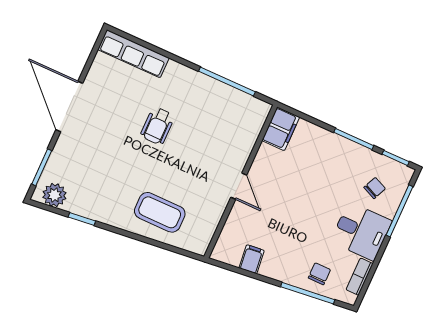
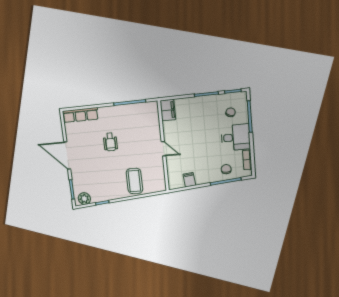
coffee table: (160, 212) -> (134, 181), turned 90

